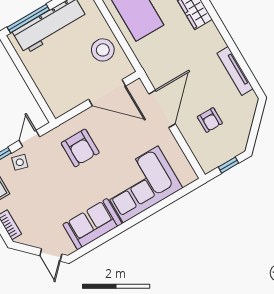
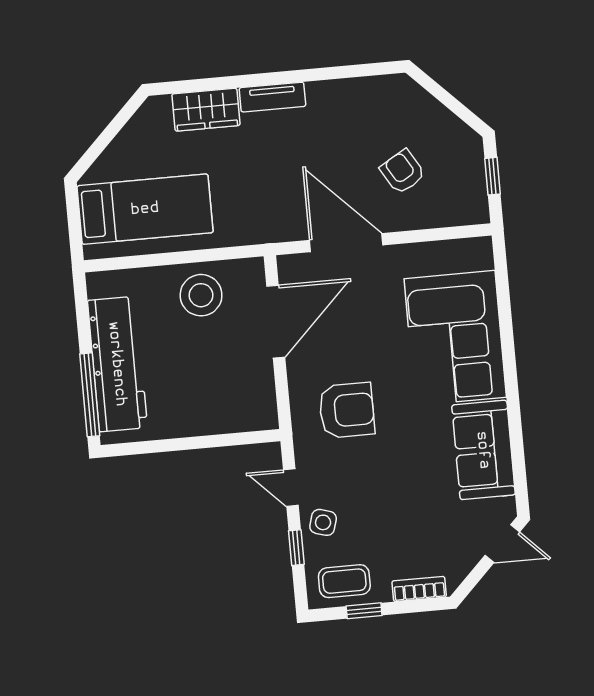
tv unit: (235, 71) -> (272, 97), moved, width x0.71
armchair: (210, 120) -> (403, 172), turned -121

